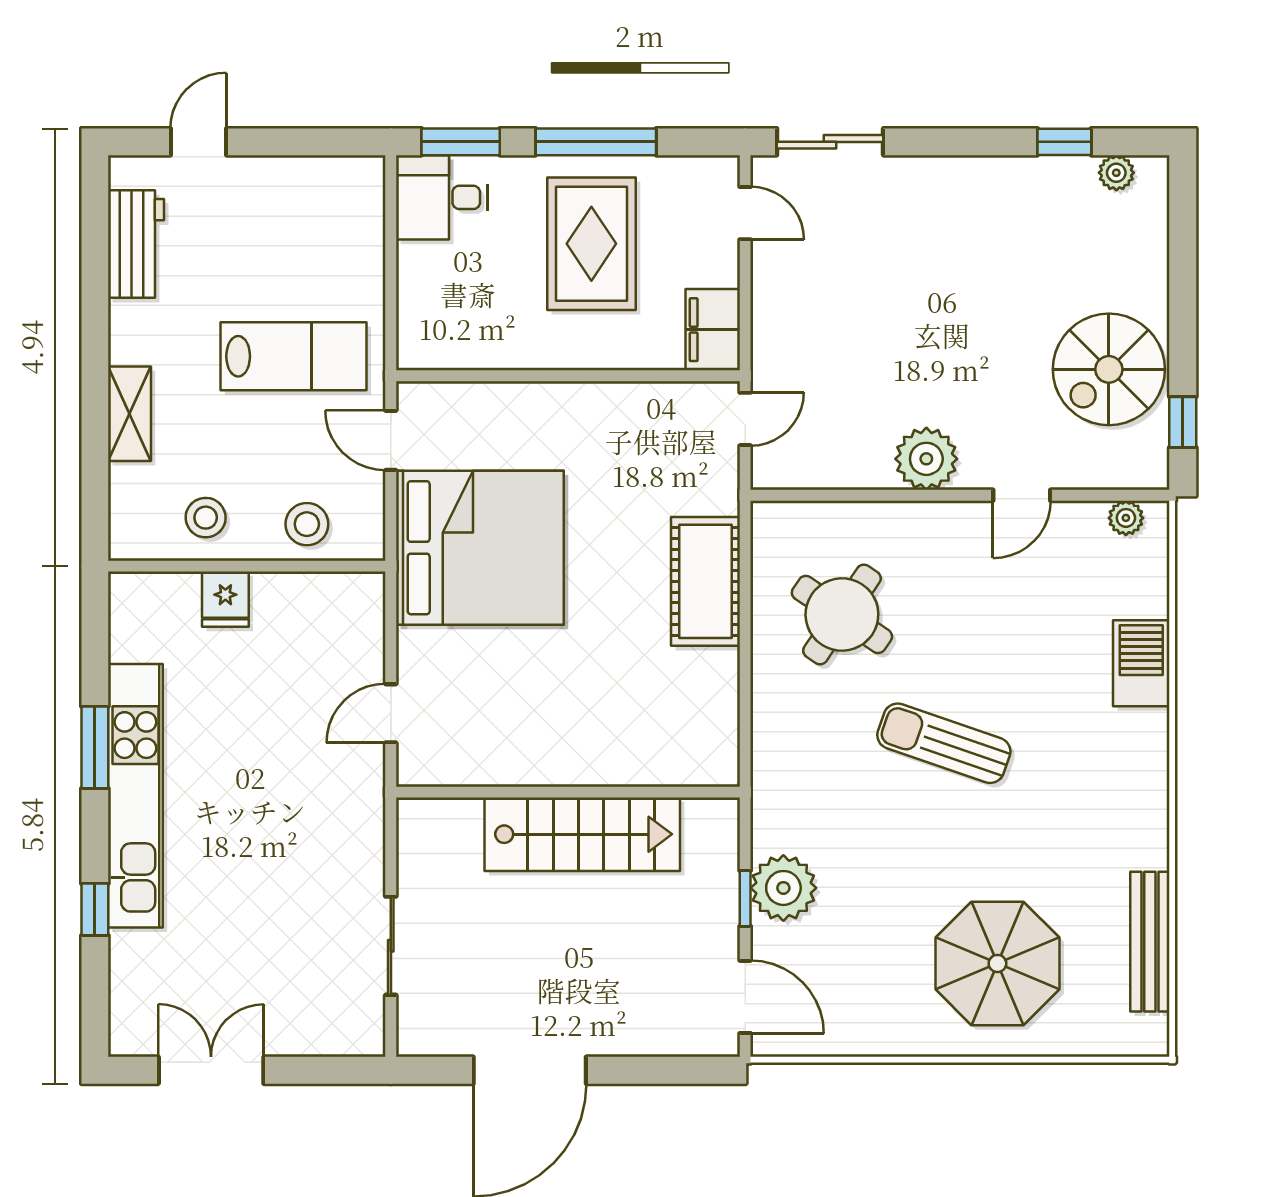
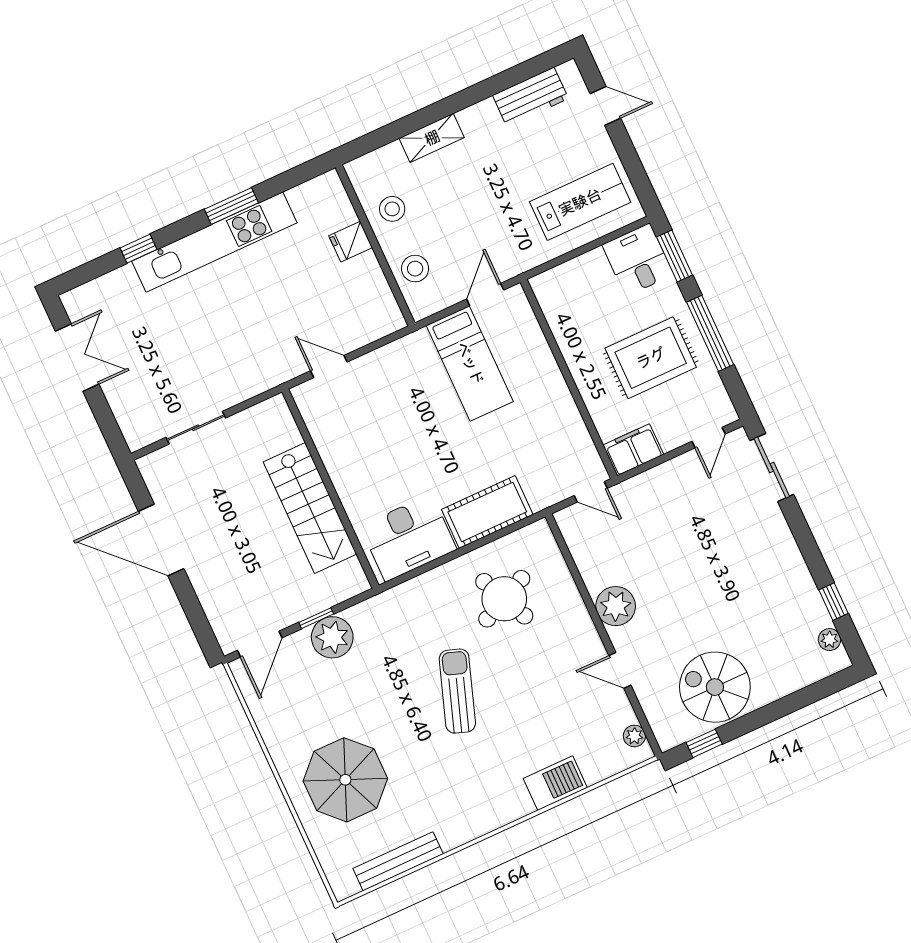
lab bench: (294, 356) -> (580, 202), moved, turned -90
bed: (480, 548) -> (470, 363), width x0.49
round table: (842, 614) -> (504, 599), turned 31
desk: (690, 712) -> (408, 538), added

